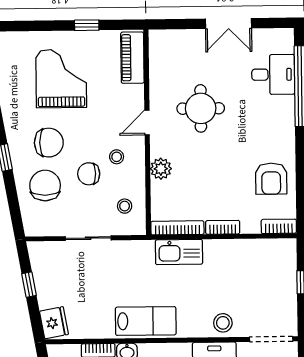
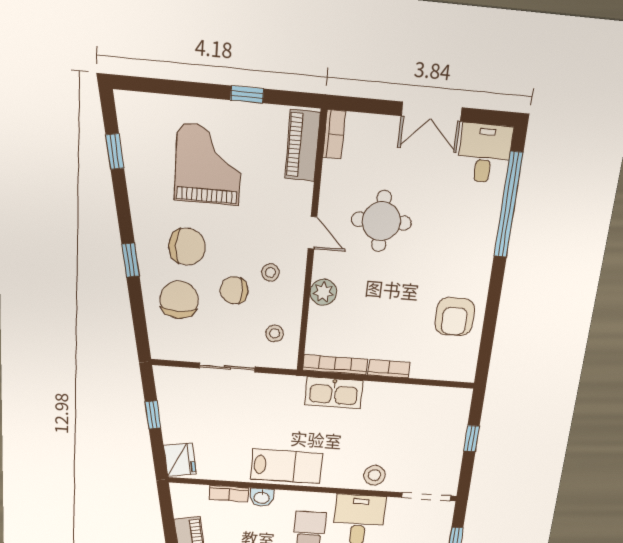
desk: (273, 74) -> (485, 153), moved, turned -90
door: (147, 123) -> (313, 233), swing flipped
bookcase: (279, 226) -> (334, 134), moved, turned 90

